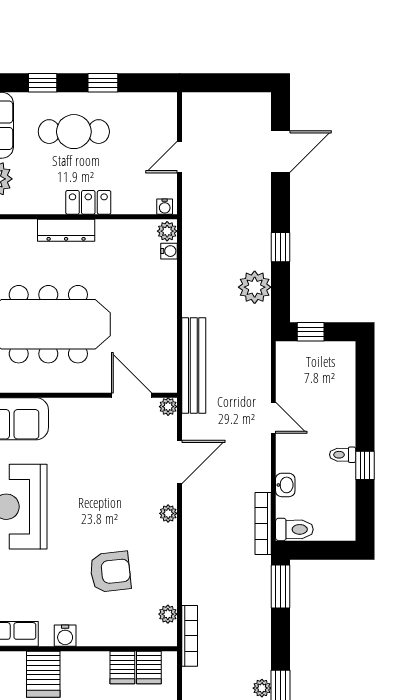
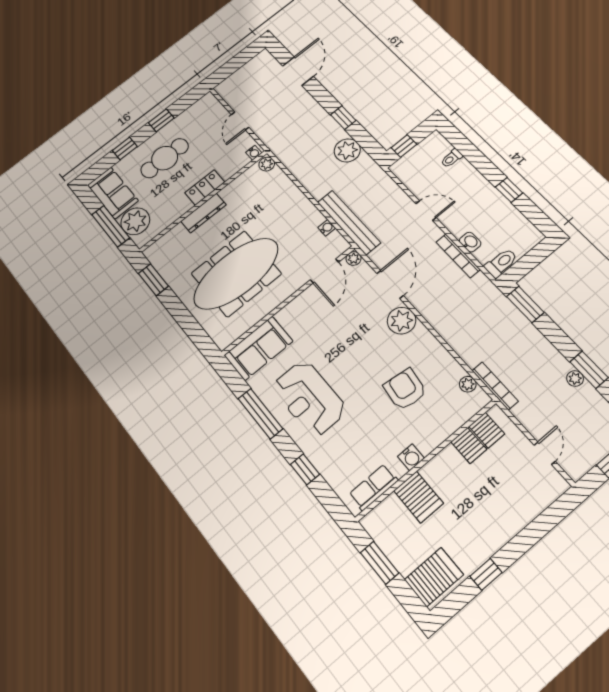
water cooler: (169, 251) -> (327, 228), moved
door: (131, 395) -> (324, 271), swing flipped
toilet: (343, 455) -> (451, 158), moved
plant: (168, 513) -> (402, 321), width x1.88, depth x1.88
bookcase: (263, 523) -> (458, 256), moved
armchair: (110, 572) -> (405, 389), turned -77

